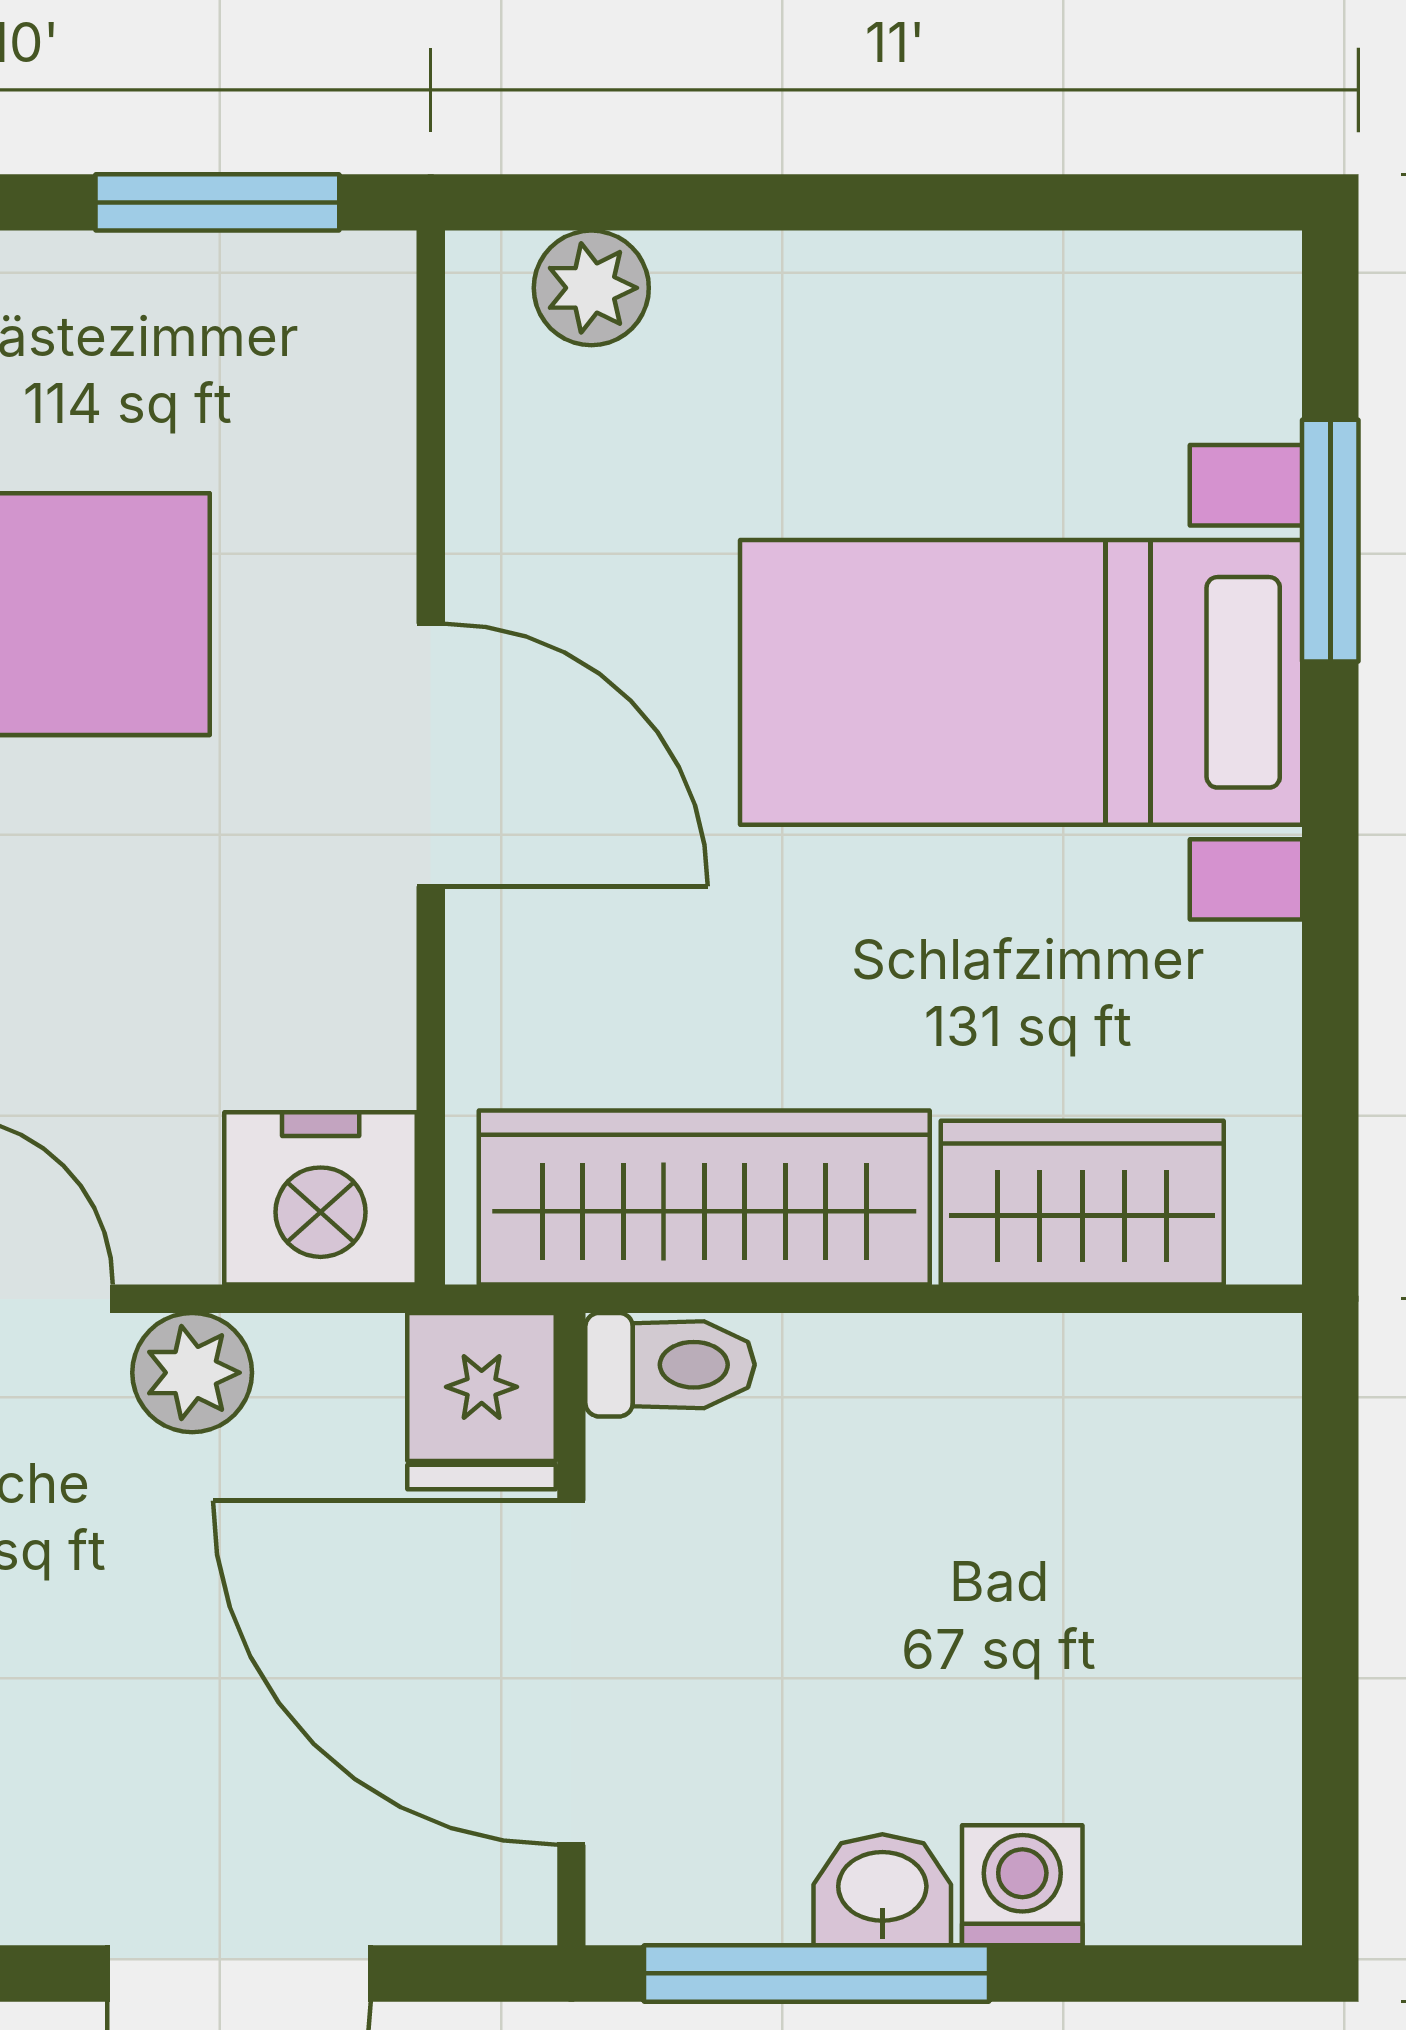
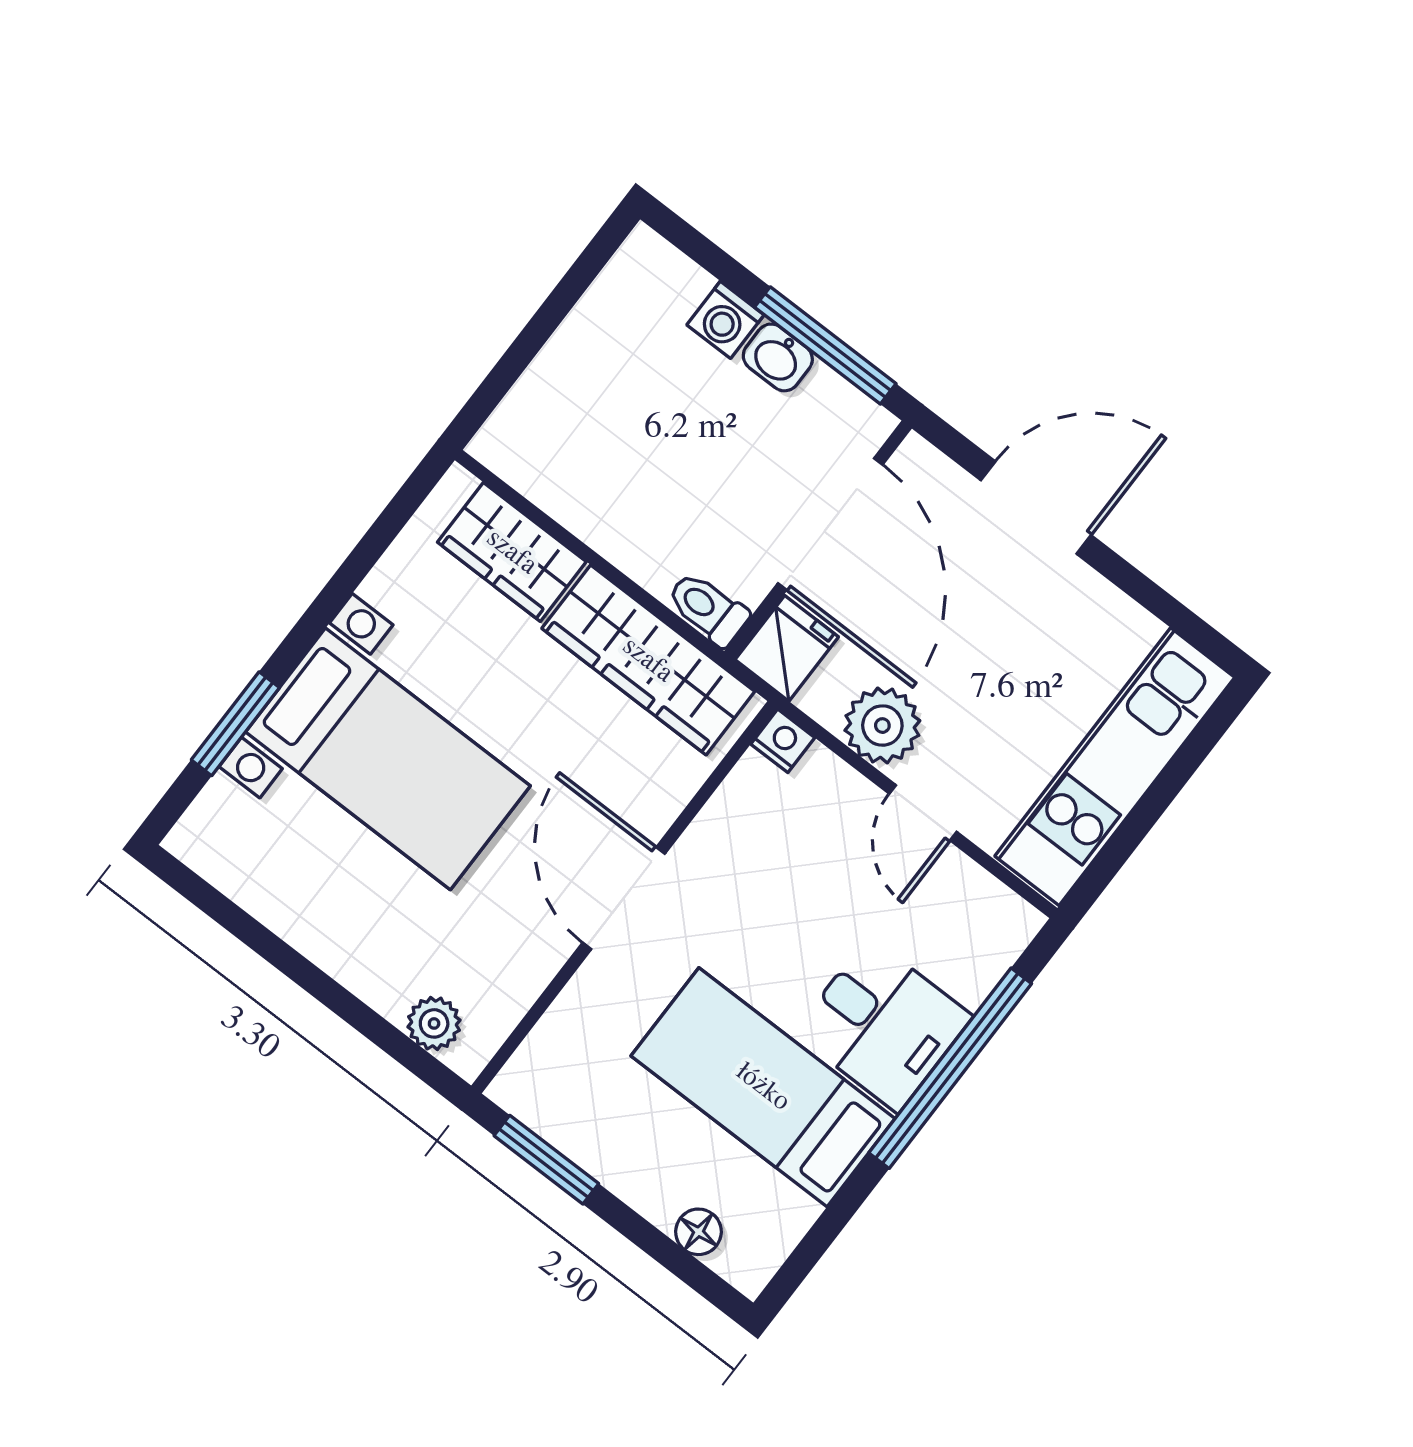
nightstand: (321, 1198) -> (783, 741), width x0.53, depth x0.56
plant: (192, 1373) -> (882, 726), width x1.38, depth x1.38

